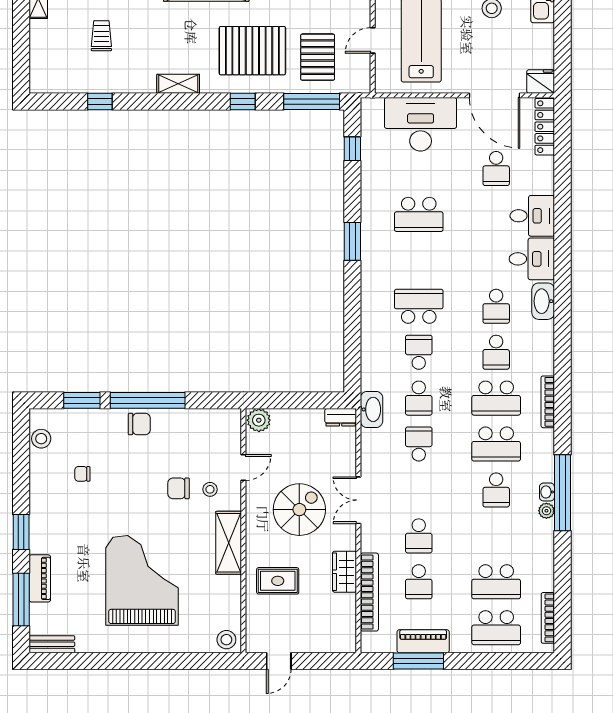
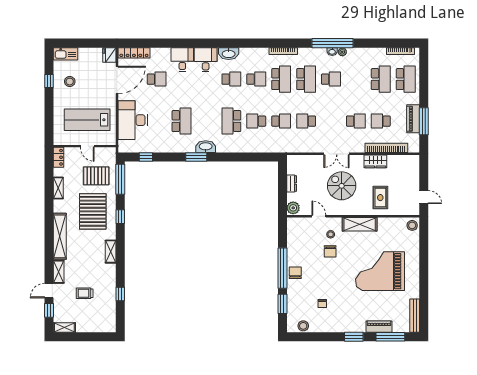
washbasin: (372, 409) -> (206, 147), moved
dresser: (341, 417) -> (292, 184), moved
school desk: (419, 582) -> (381, 121), turned 180
bench: (52, 644) -> (415, 316), width x1.36

